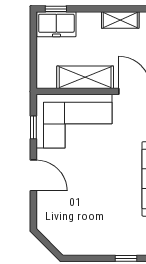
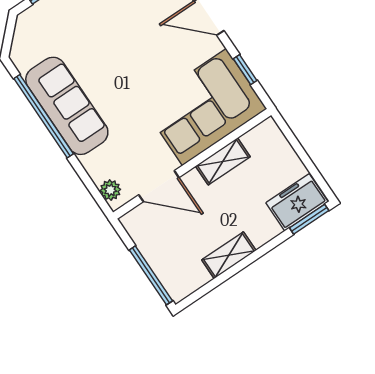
window: (56, 9) -> (309, 219), width x1.50
shelving: (85, 77) -> (223, 161), width x0.67, depth x0.75

